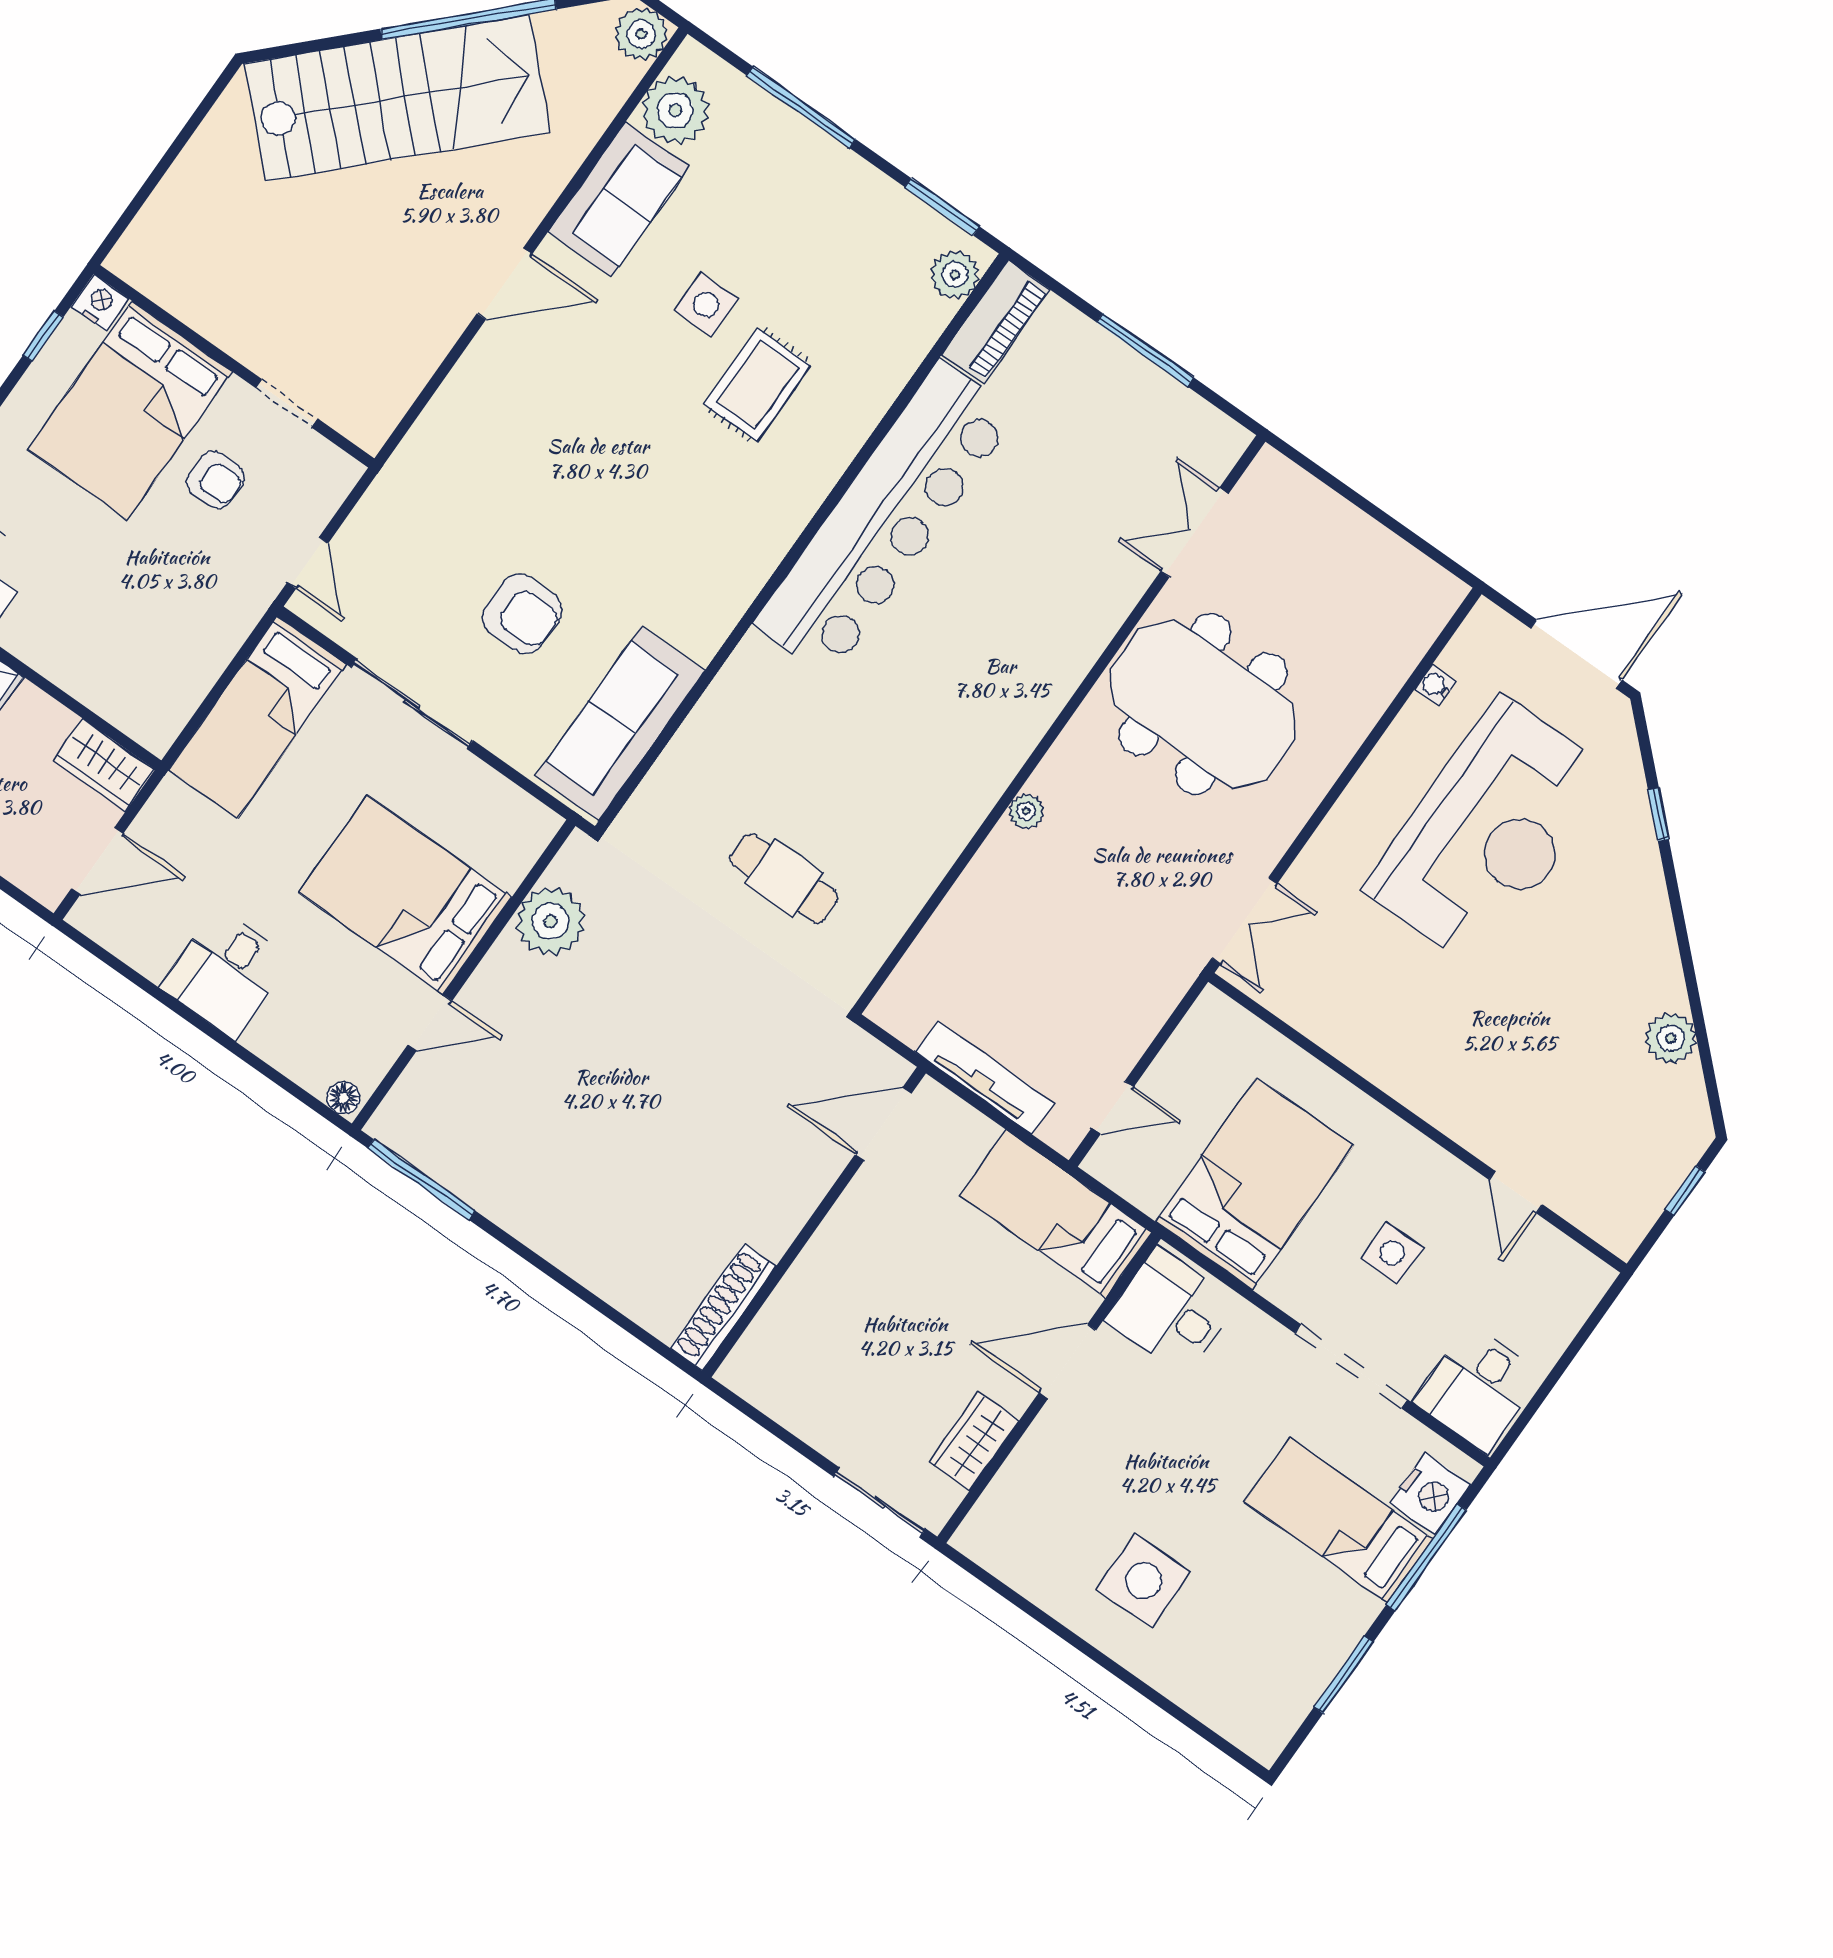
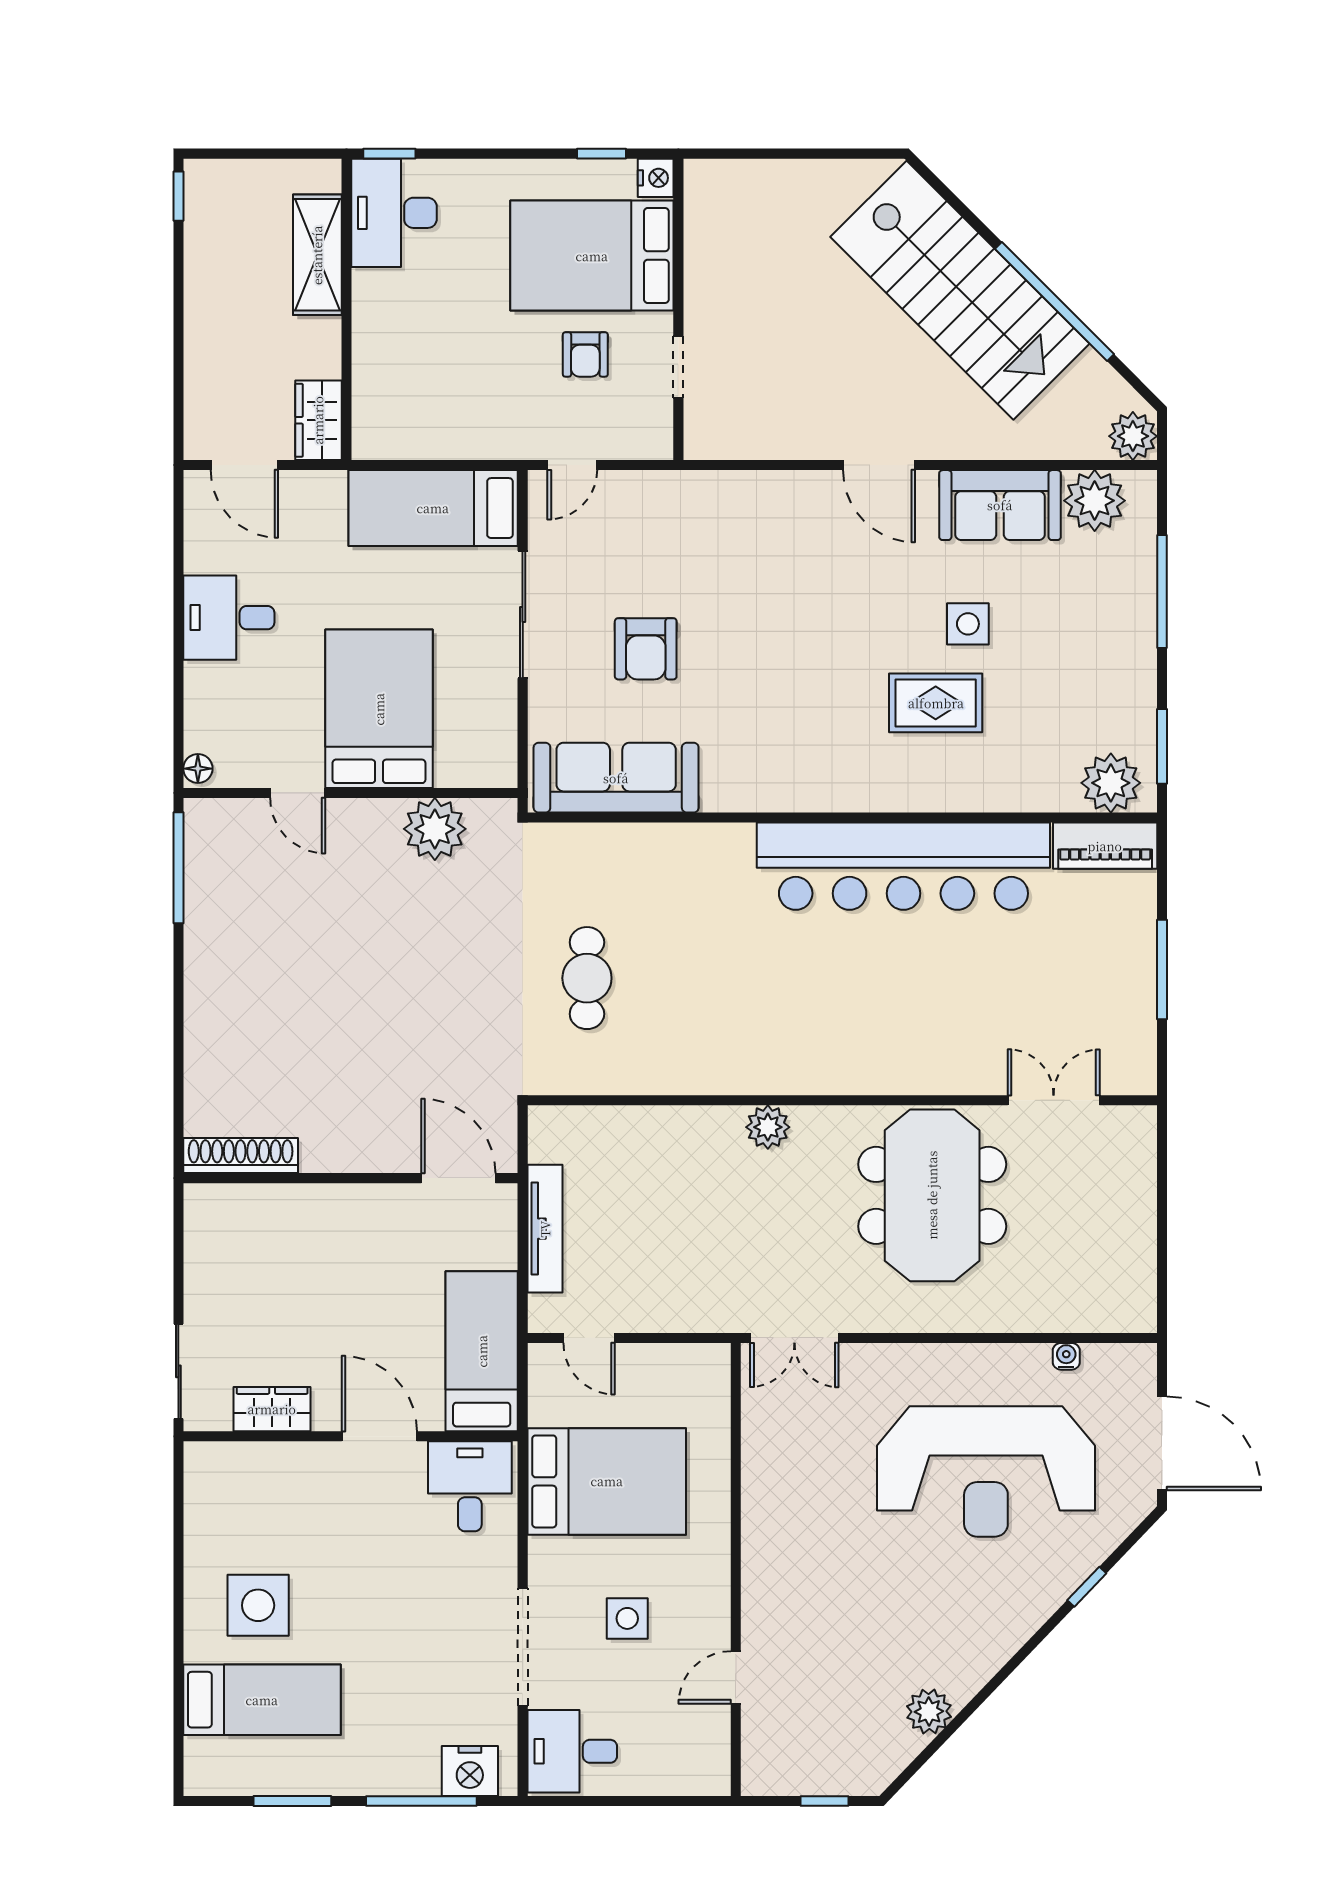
plant: (955, 275) -> (1111, 783), width x1.36, depth x1.36
plant: (1026, 811) -> (768, 1127), width x1.38, depth x1.38
bed: (1339, 1520) -> (262, 1700), moved, turned 90

